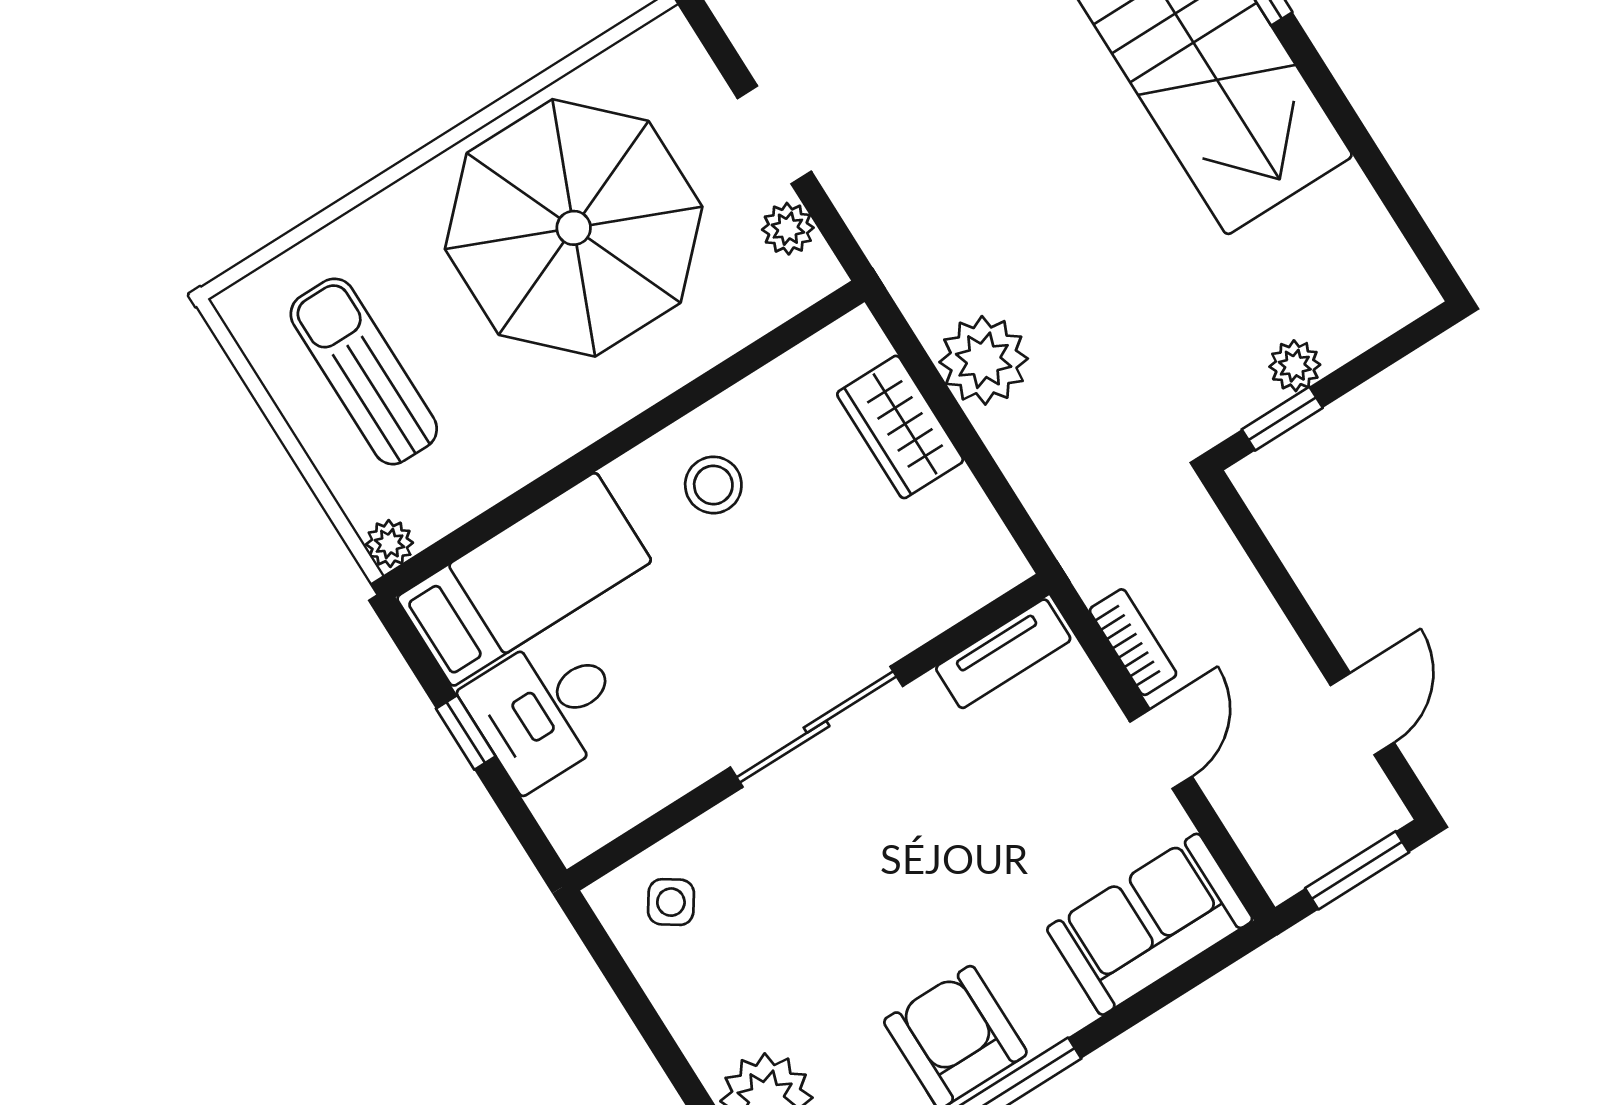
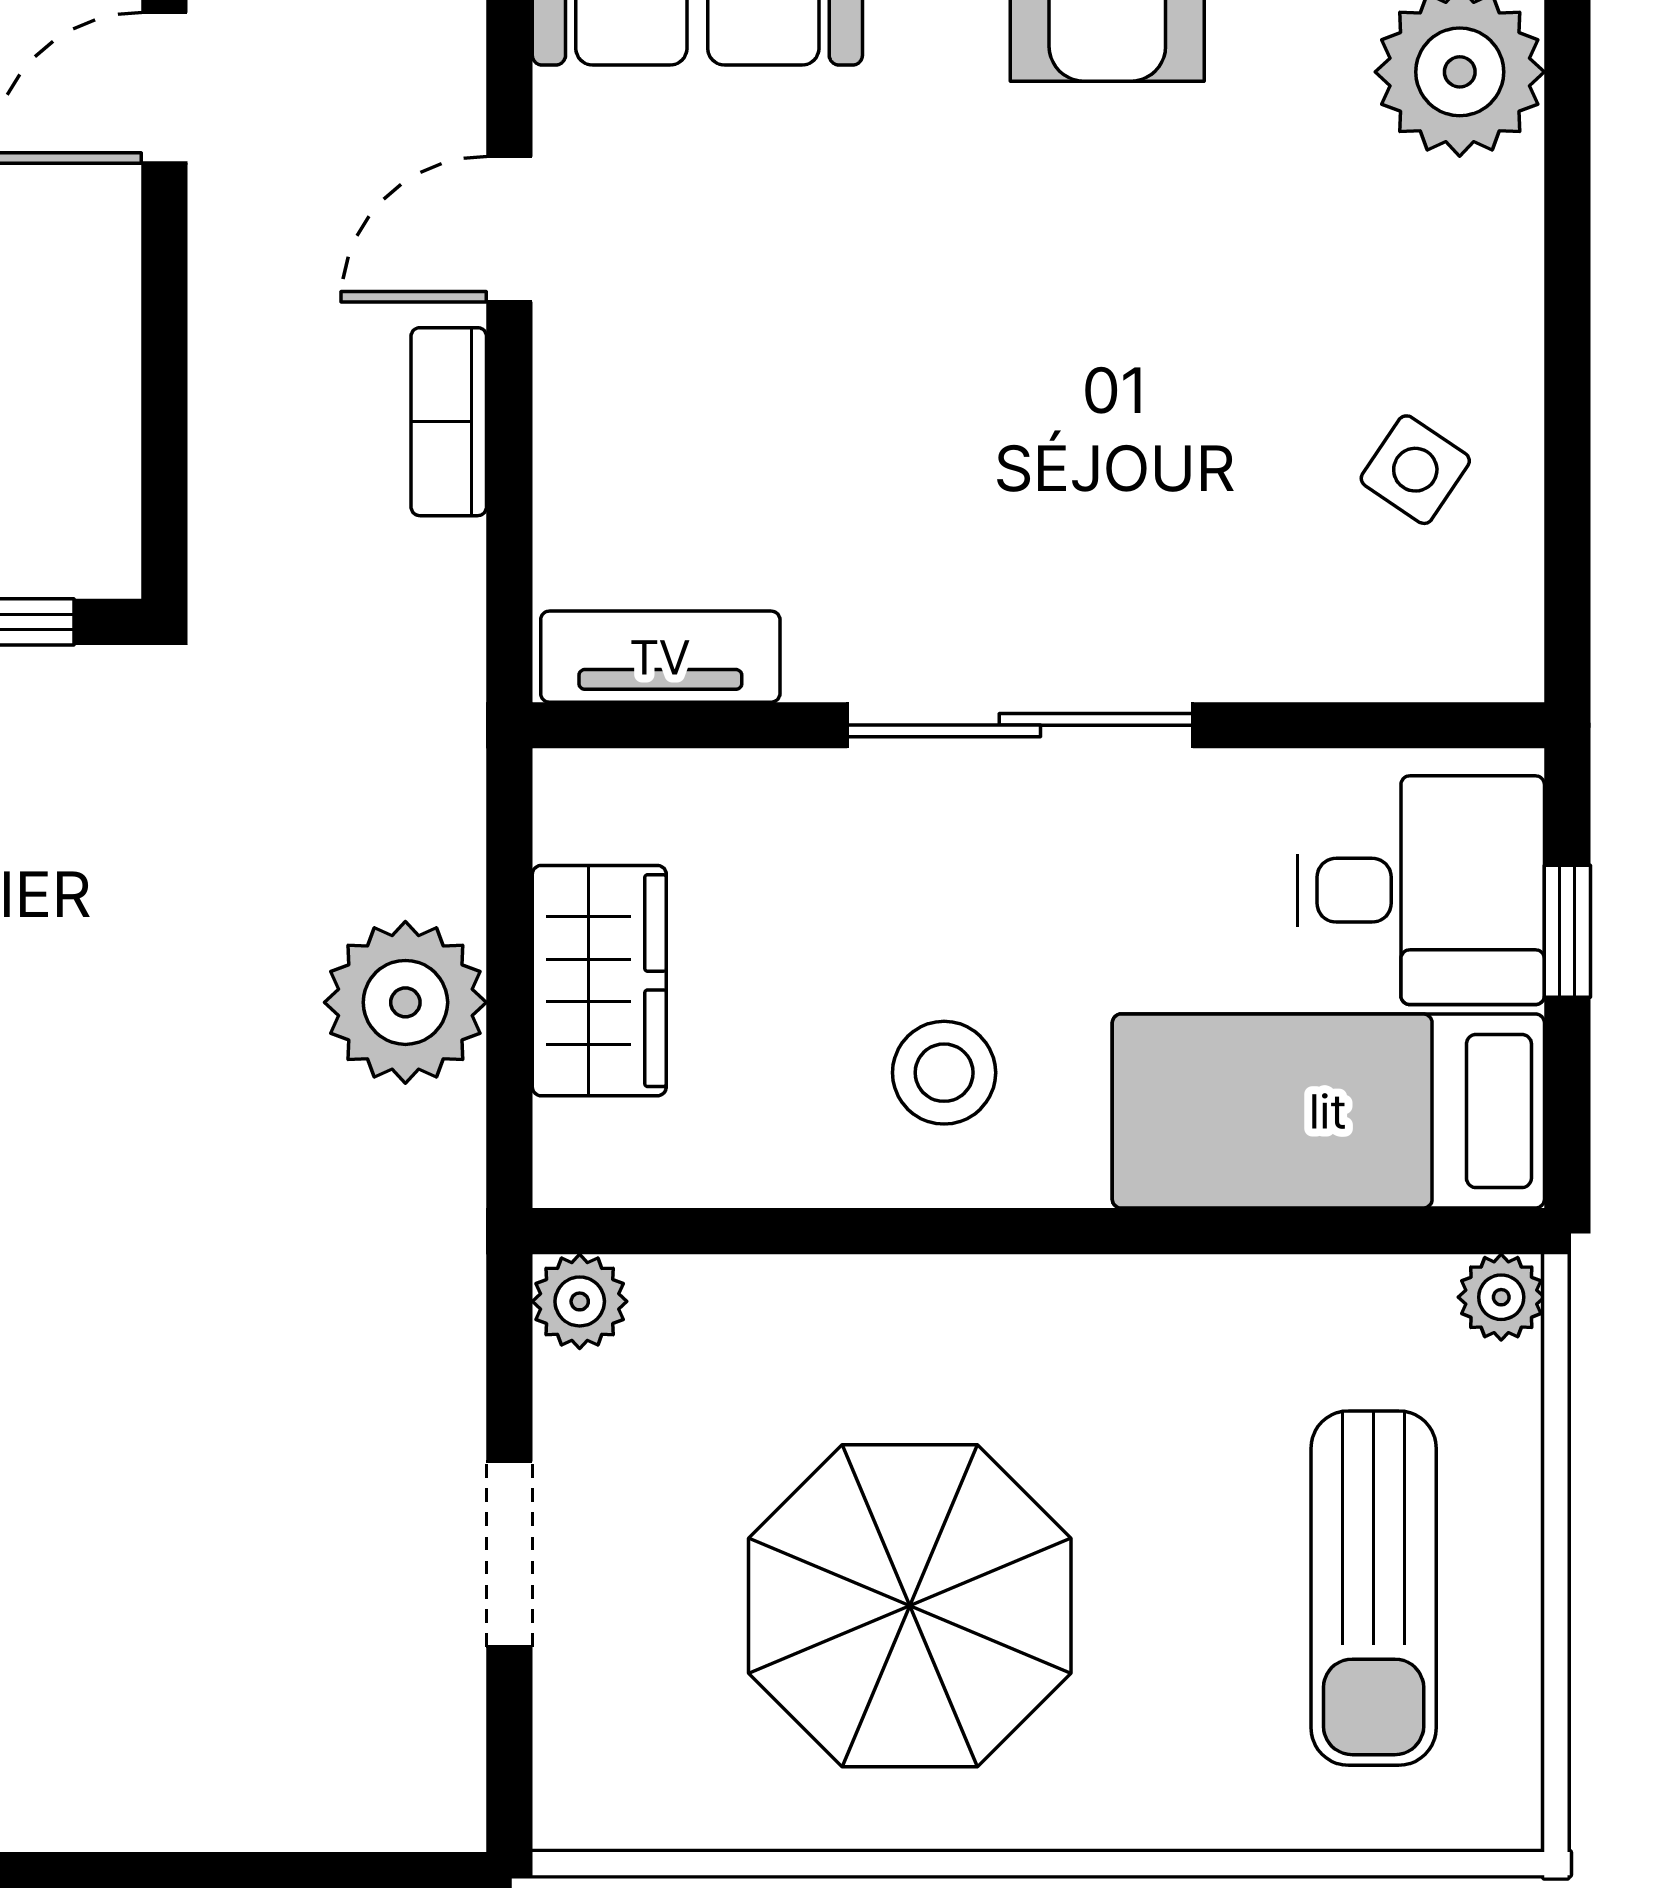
parasol: (574, 228) -> (910, 1606), width x0.73, depth x0.73
plant: (788, 229) -> (580, 1301), moved
tv unit: (1003, 654) -> (660, 657), moved
sliding door: (817, 727) -> (1020, 725), moved
wall: (808, 732) -> (1038, 725), moved

